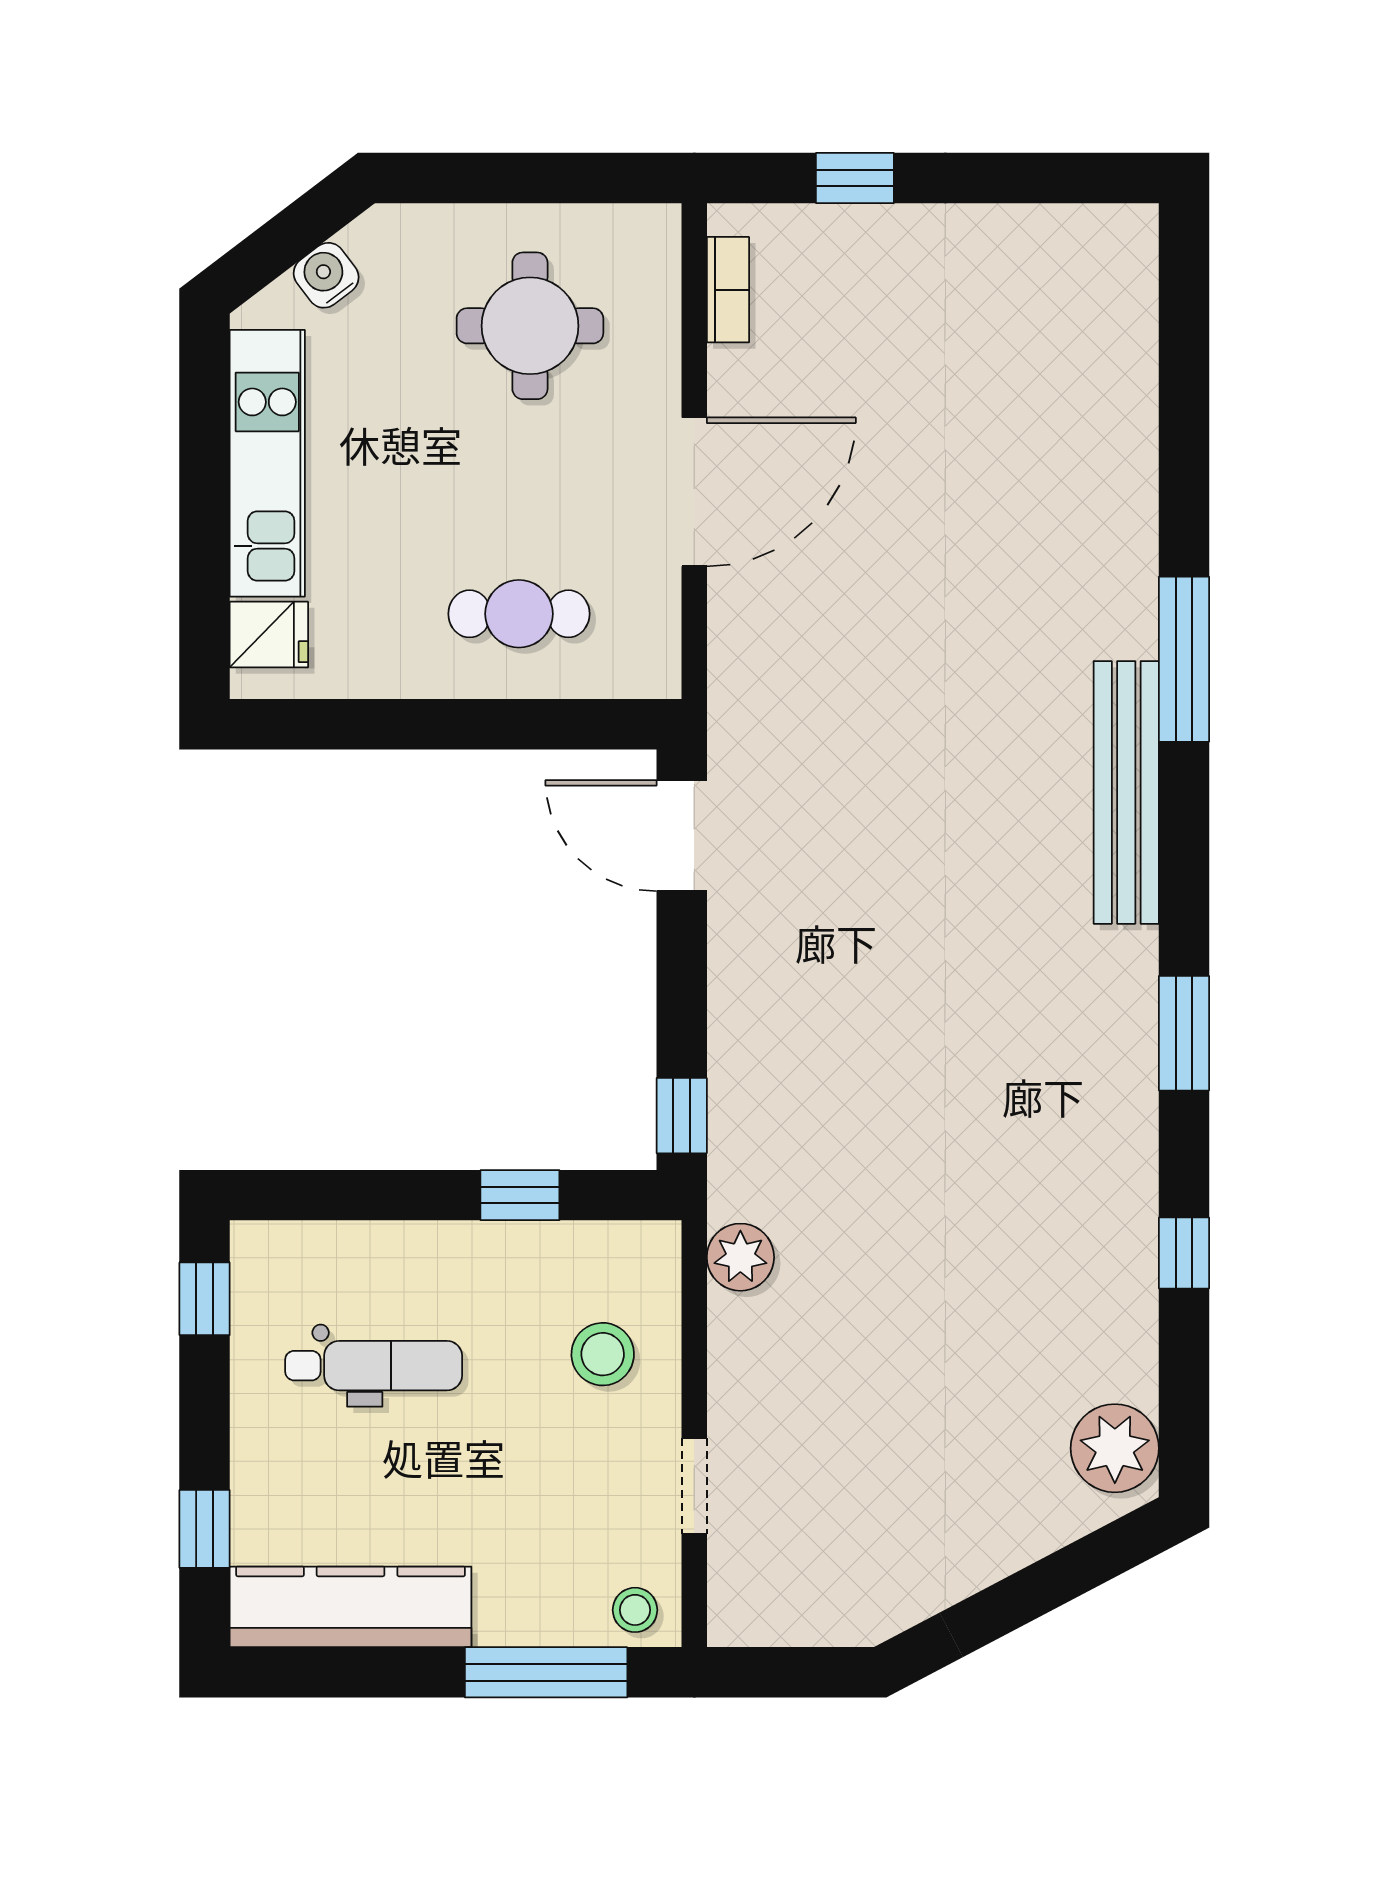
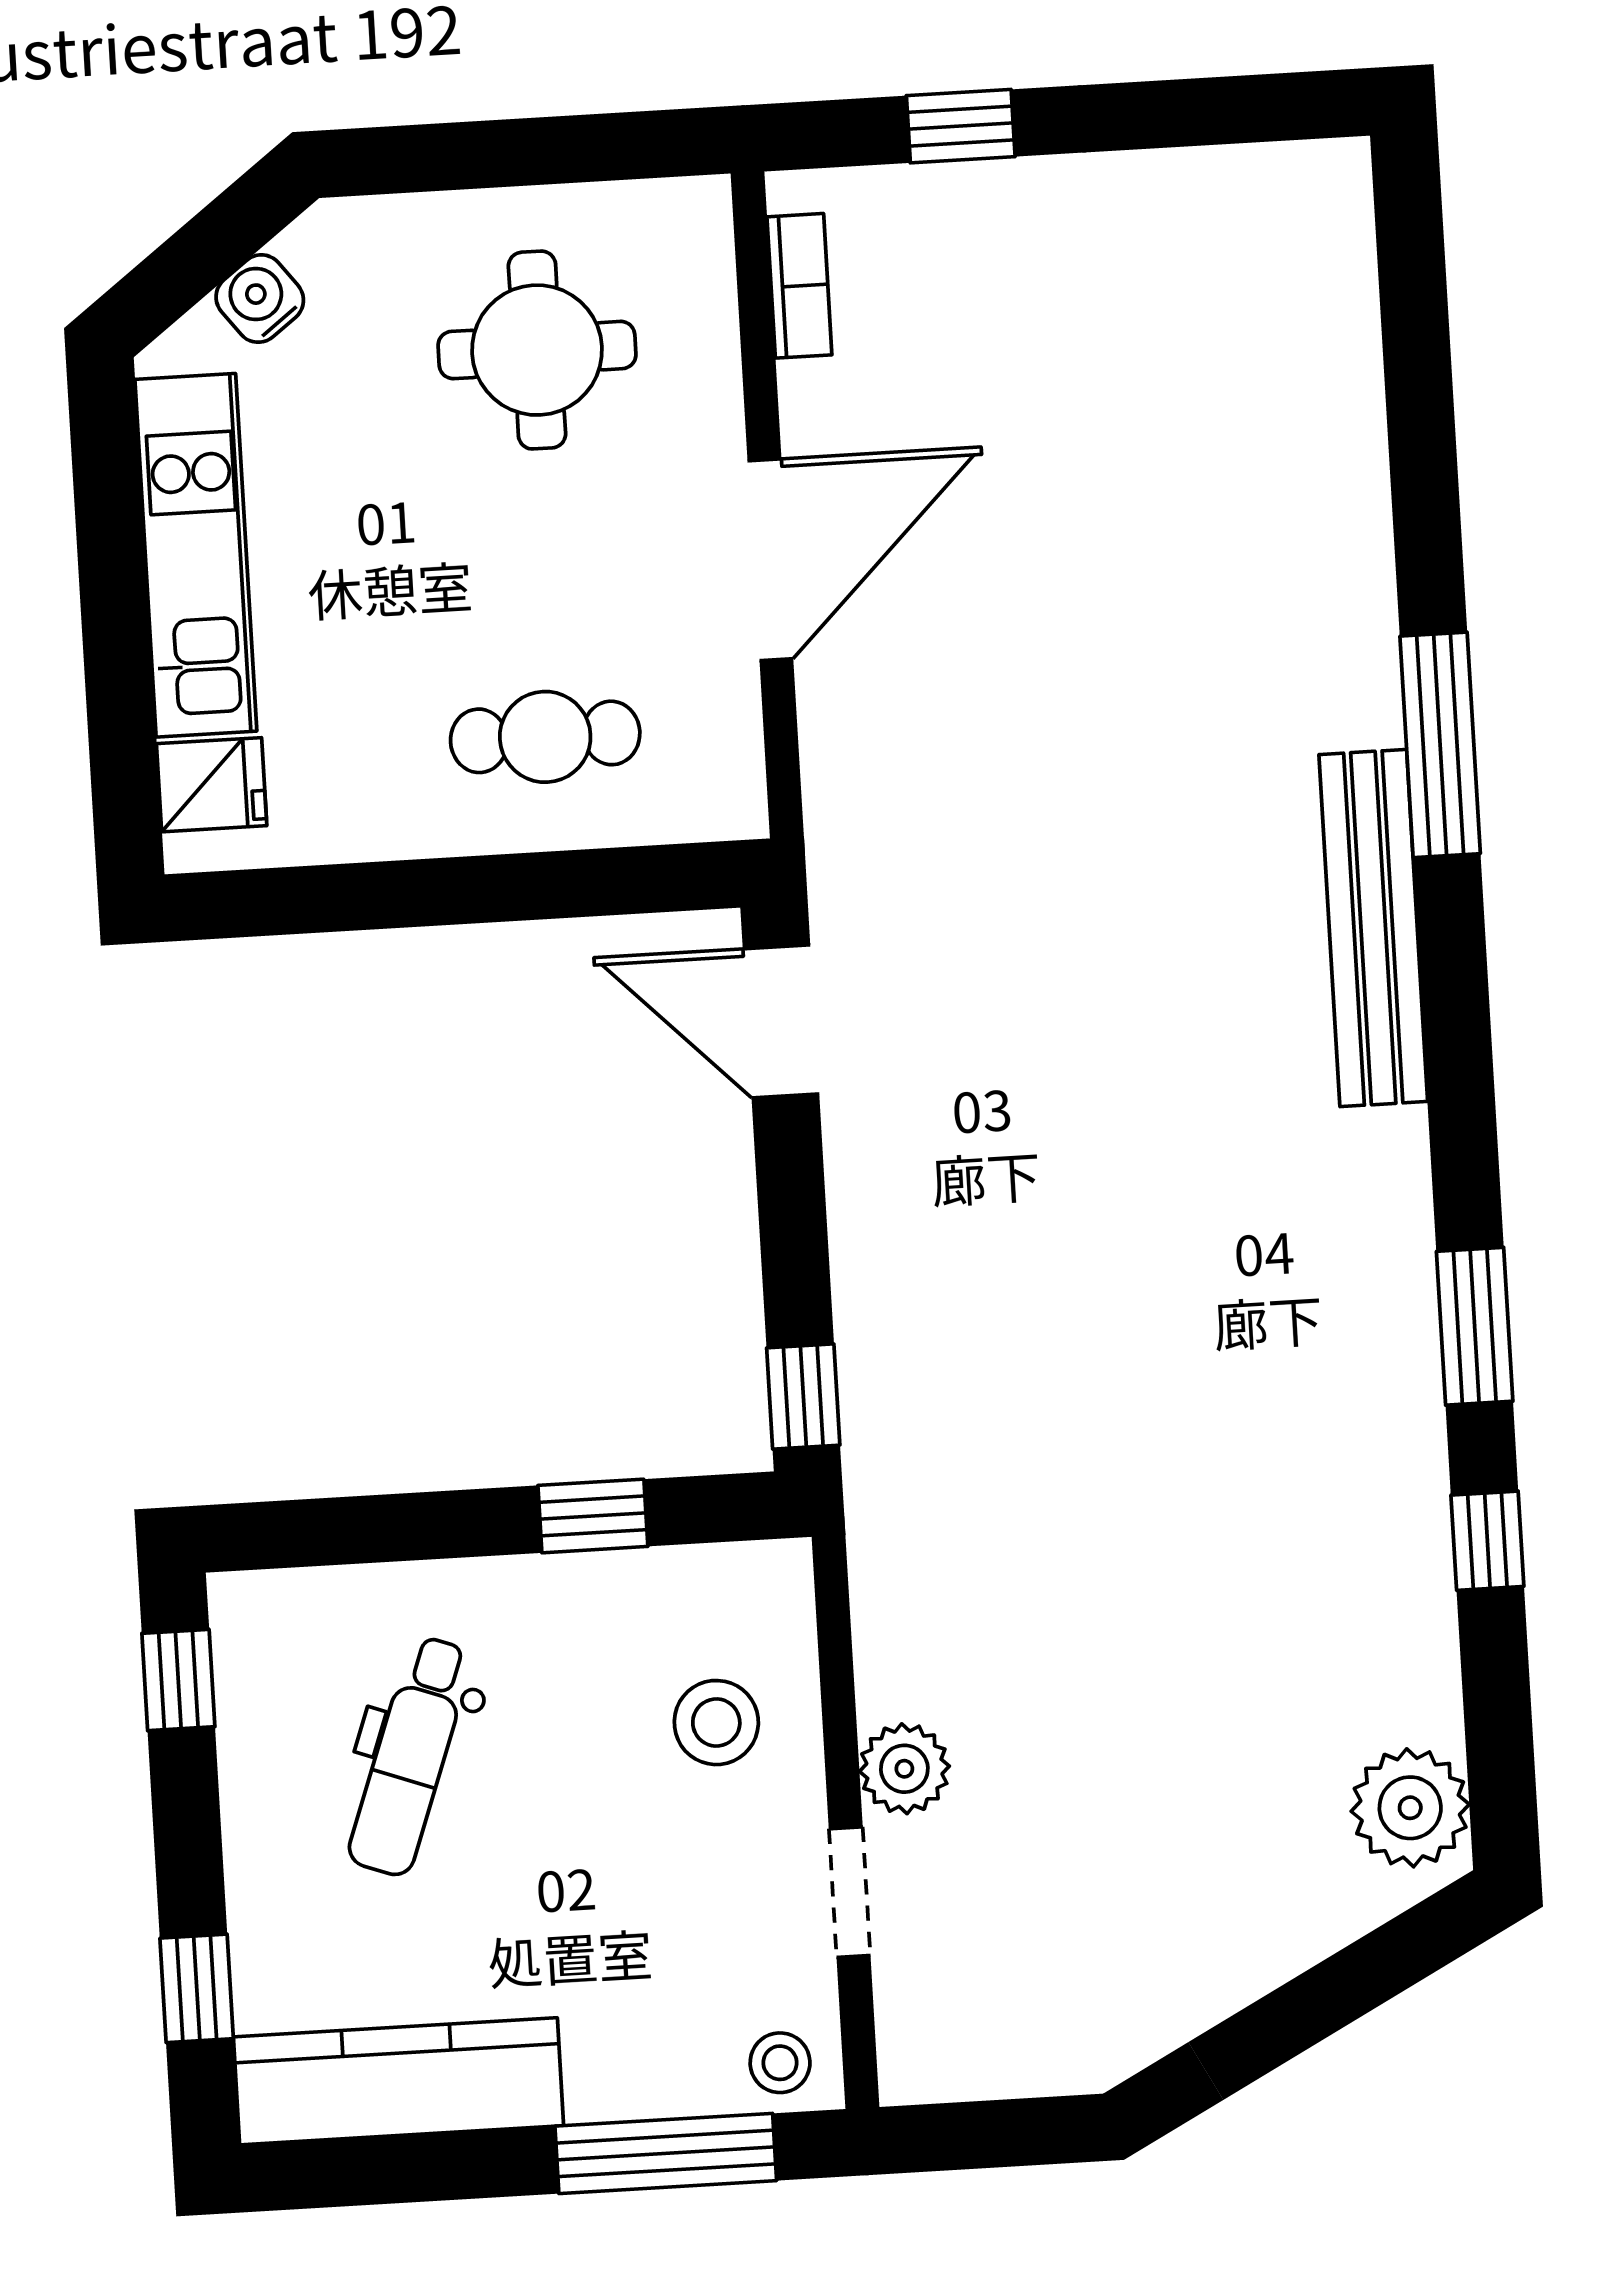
window: (1184, 1033) -> (1475, 1326), moved
plant: (740, 1257) -> (904, 1769), moved
dental chair: (374, 1366) -> (410, 1756), turned 110

